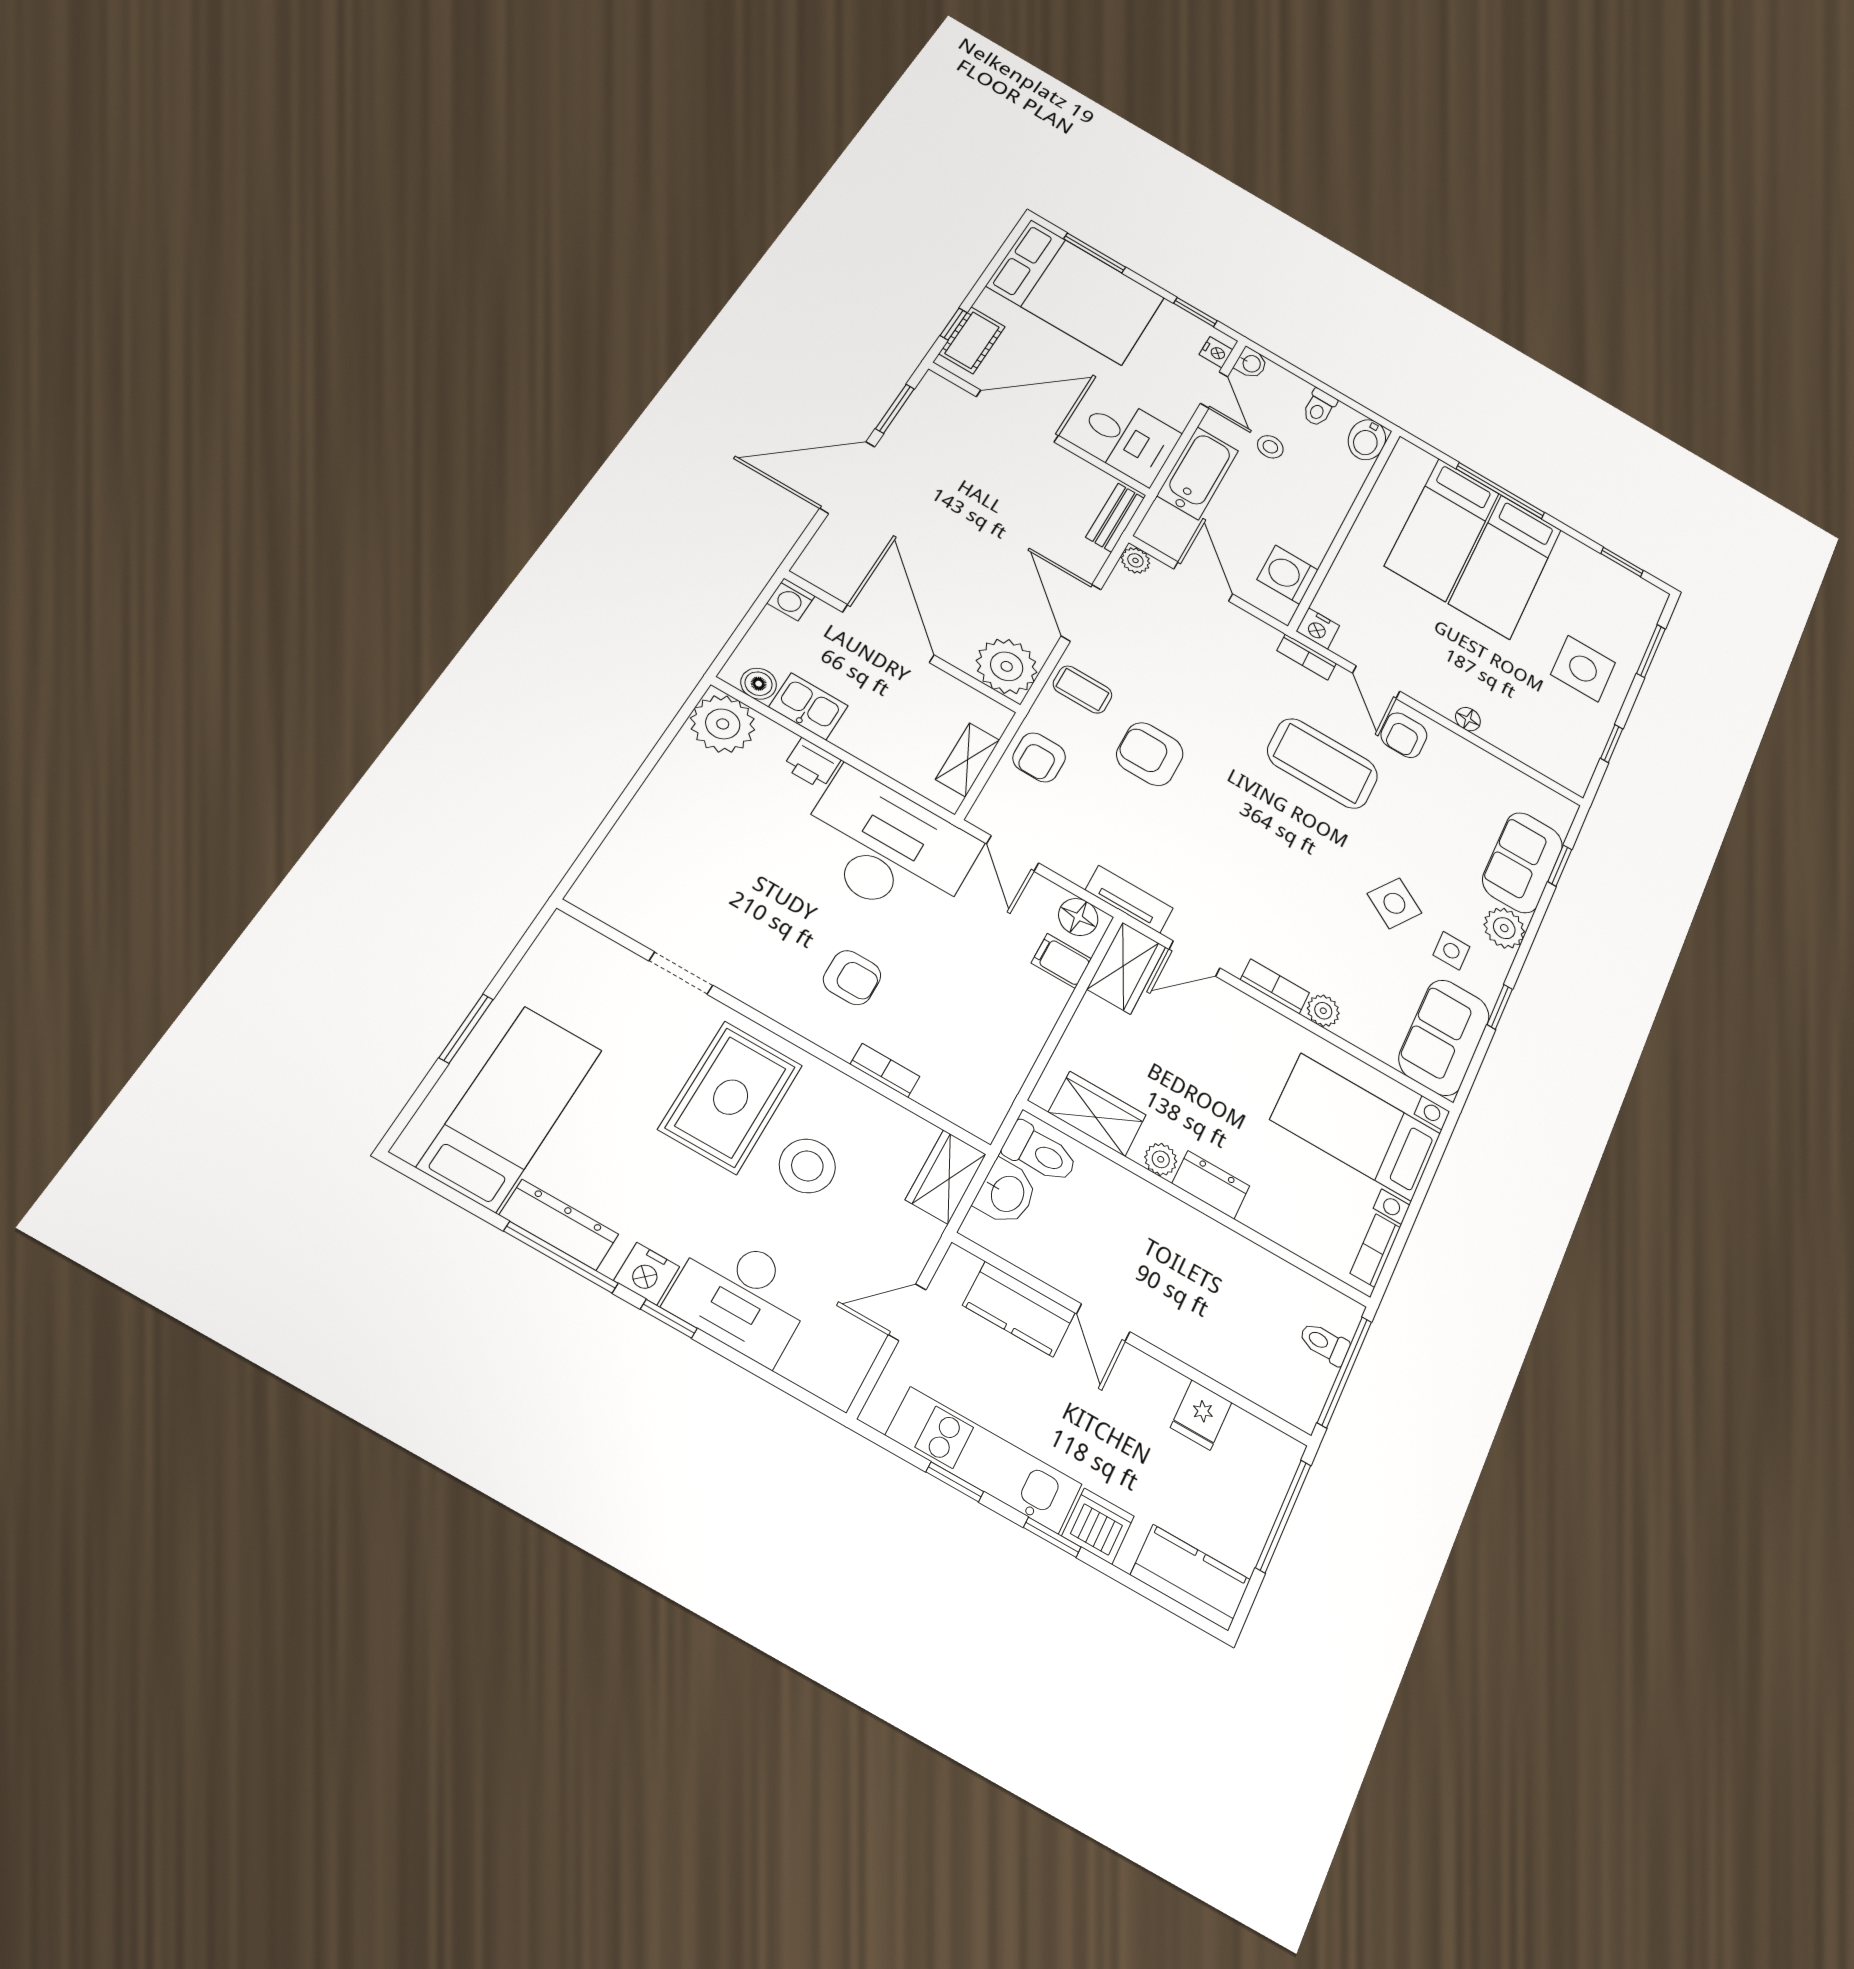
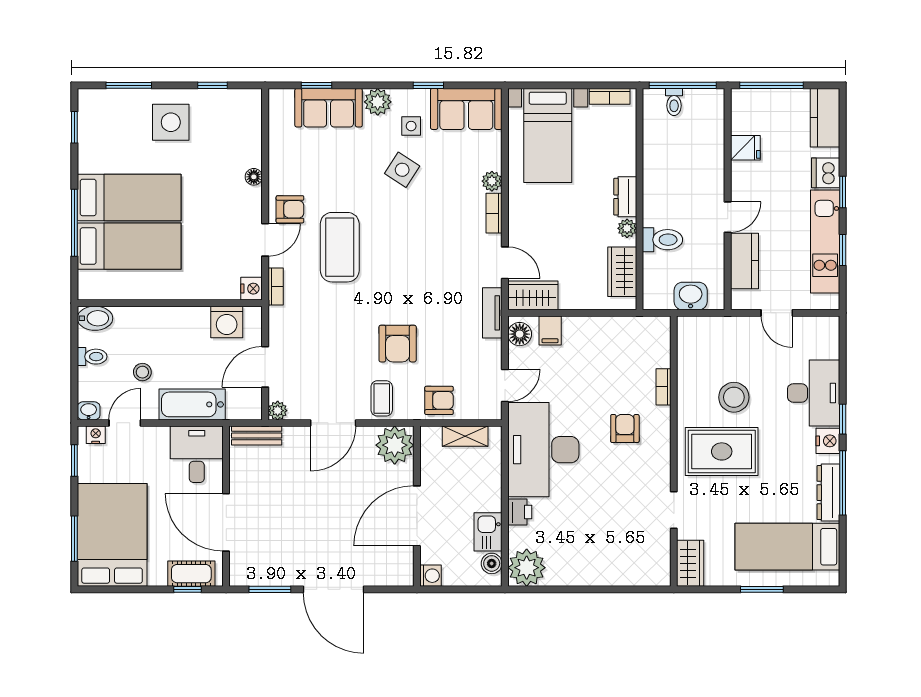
toilet: (1040, 1153) -> (662, 240), moved, turned 90
wardrobe: (946, 1177) -> (690, 563), moved, turned -90

